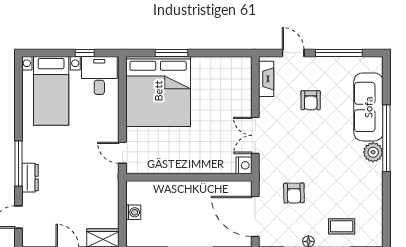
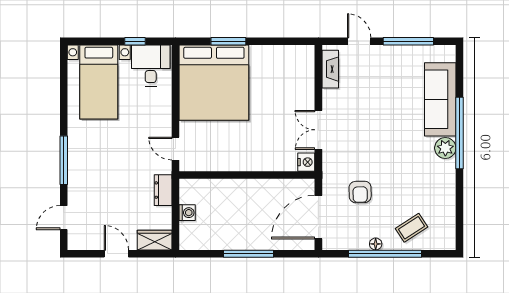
armchair: (311, 100) -> (378, 92), removed
dresser: (30, 178) -> (163, 190), moved, turned 180
door: (255, 216) -> (318, 217), hinge flipped
coffee table: (342, 226) -> (411, 228), turned -33

